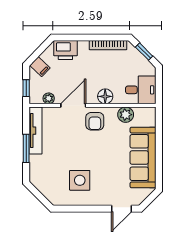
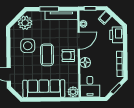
door: (73, 105) -> (79, 41), hinge flipped
plant: (126, 115) -> (73, 92), moved
coffee table: (93, 152) -> (47, 55), added
plant: (46, 184) -> (25, 23), added

